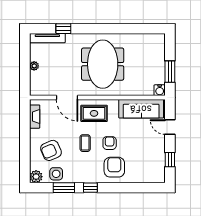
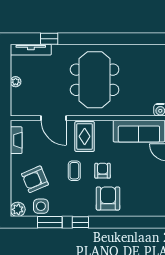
rug: (94, 113) -> (85, 136), turned 90

